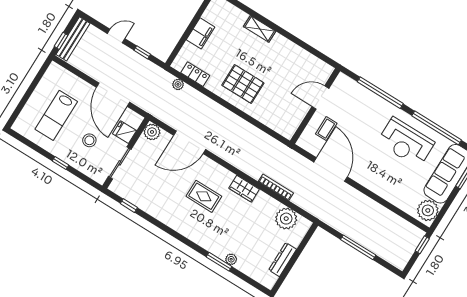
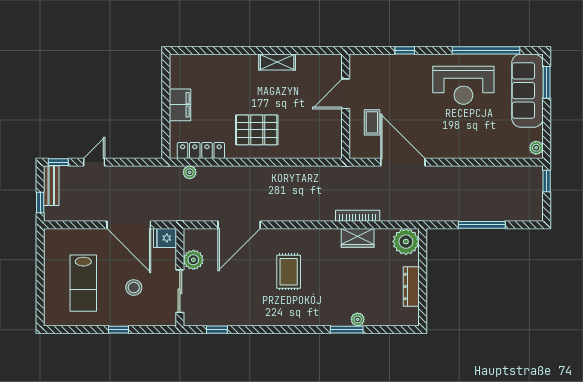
shelving: (260, 29) -> (277, 62), moved
bench: (73, 39) -> (51, 186), width x0.73
window: (142, 52) -> (58, 162), moved
locker: (195, 74) -> (201, 150), width x1.53
window: (380, 93) -> (405, 50), width x0.32
fridge: (125, 132) -> (165, 238), moved
plant: (152, 132) -> (193, 260), moved
wardrobe: (244, 189) -> (358, 238), moved
rug: (204, 196) -> (289, 272), turned 90
plant: (428, 210) -> (536, 148), width x0.53, depth x0.53
plant: (286, 219) -> (406, 242), moved

